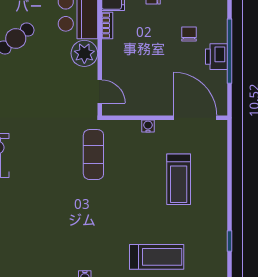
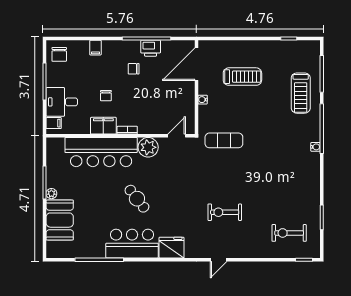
treadmill: (157, 257) -> (301, 93), turned 180

